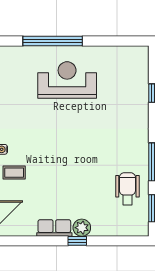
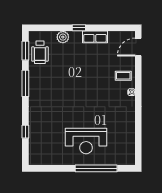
wheelchair: (127, 189) -> (40, 52), moved
plant: (82, 228) -> (63, 37), moved

